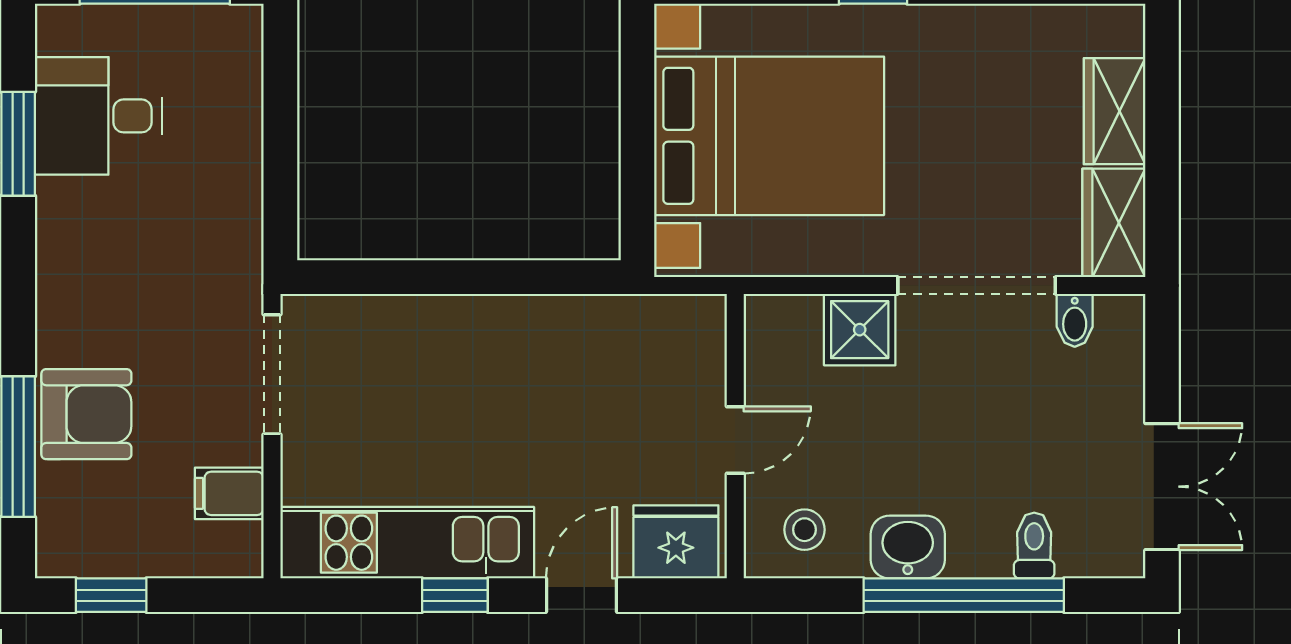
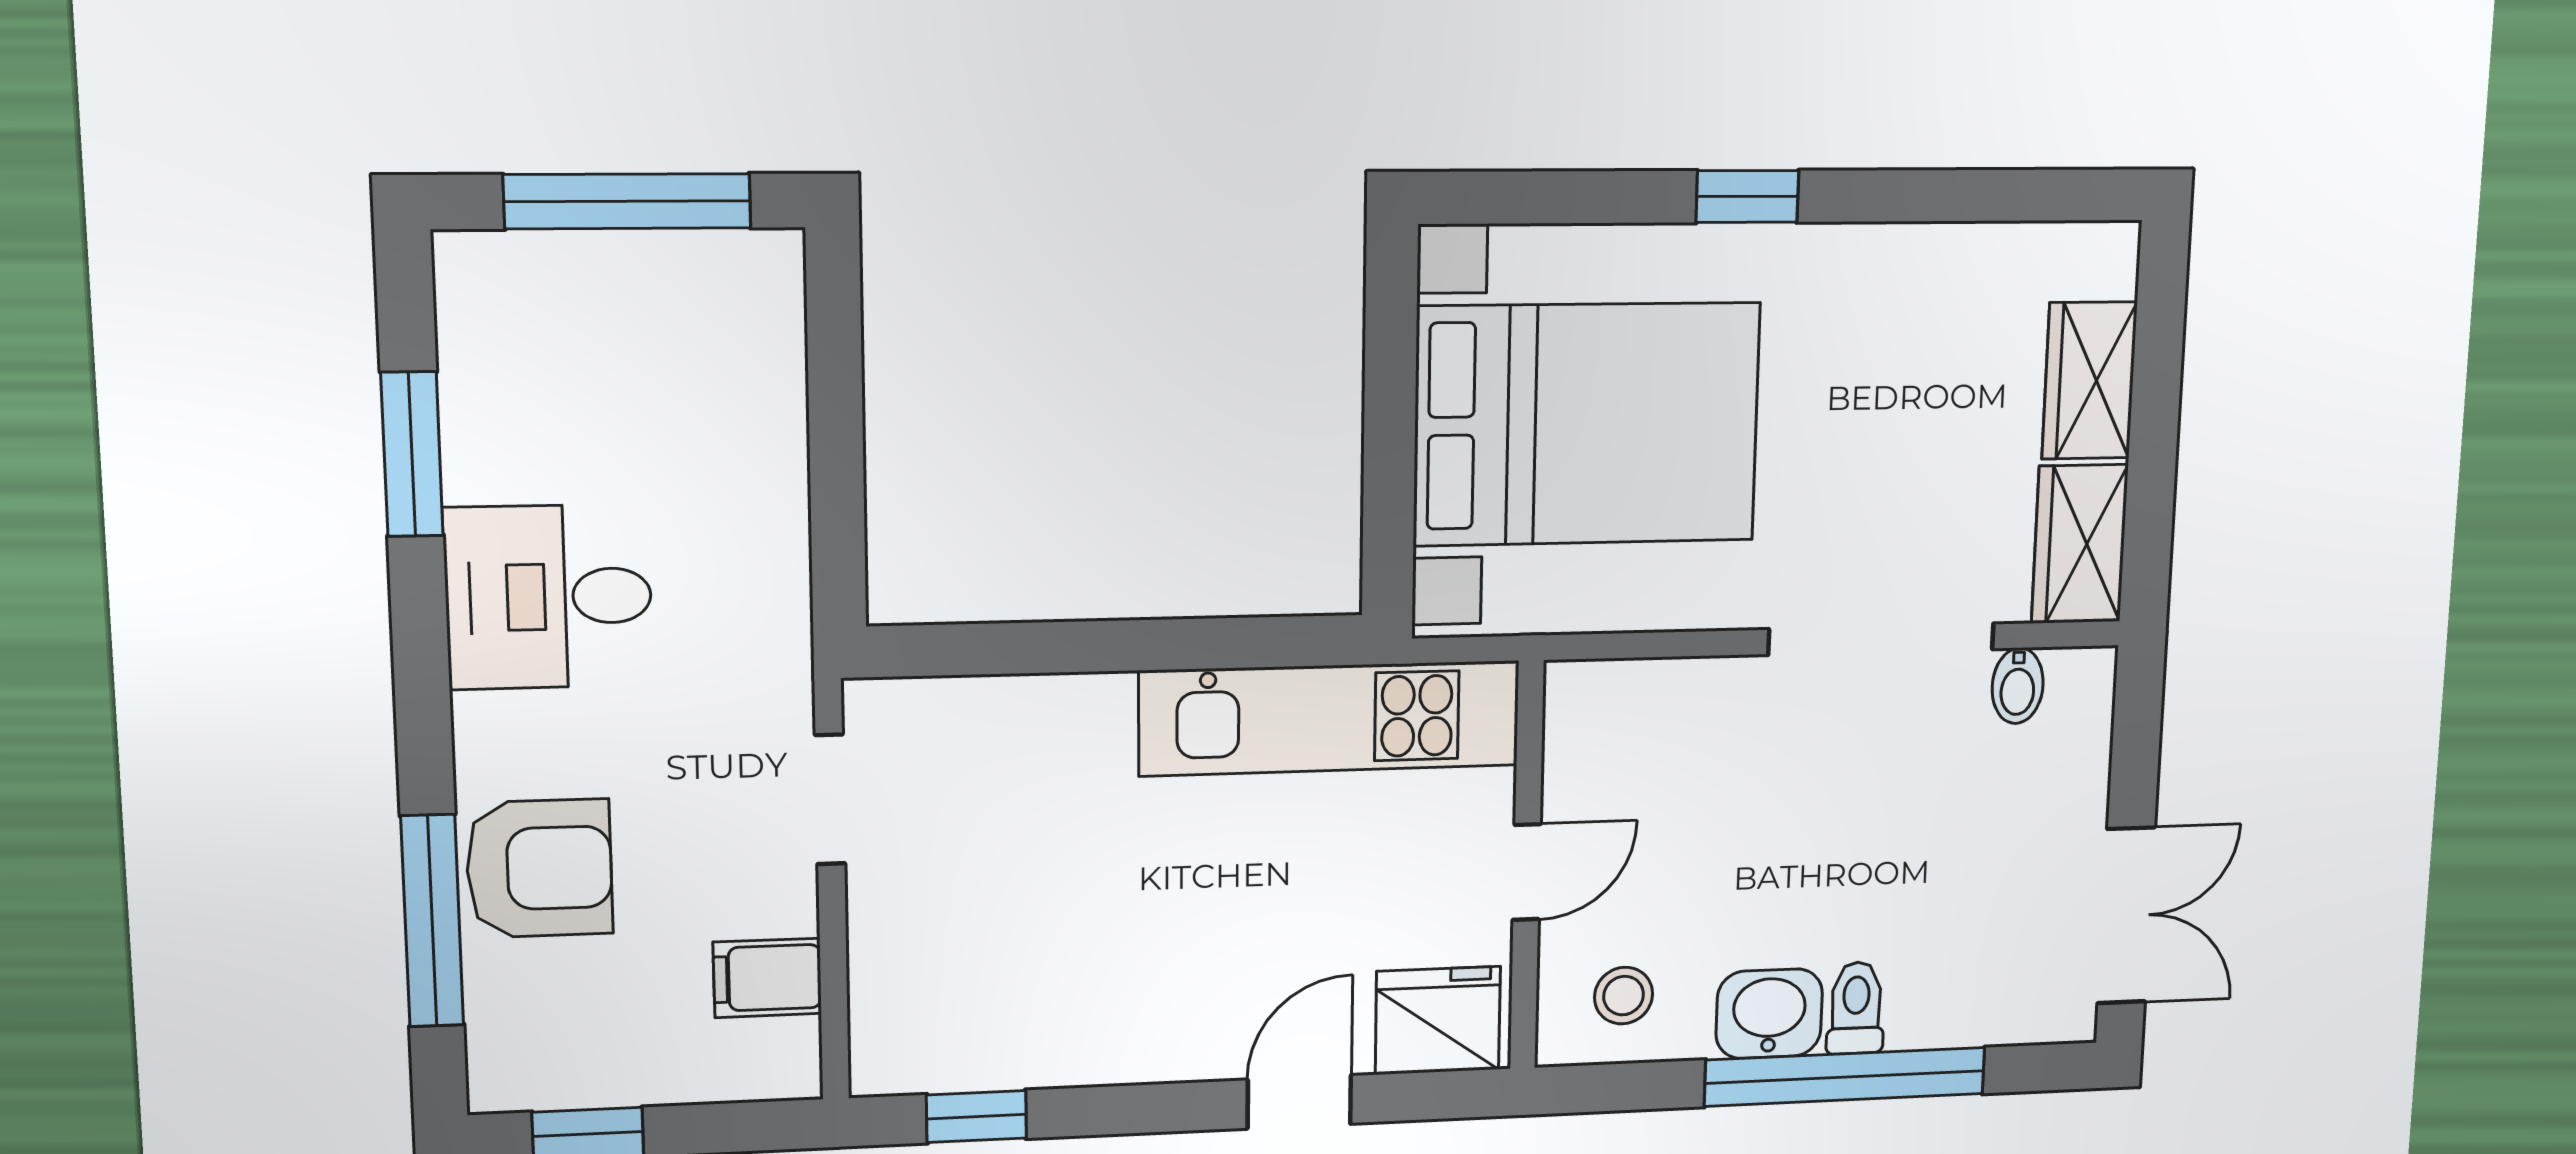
desk: (98, 116) -> (549, 597), moved
shower: (860, 330) -> (1711, 708), removed
doorway: (272, 374) -> (830, 799), width x0.73
kitchen unit: (407, 543) -> (1330, 718), moved, turned 180
toilet: (1034, 546) -> (1856, 1008), moved
window: (455, 595) -> (976, 1116), moved

